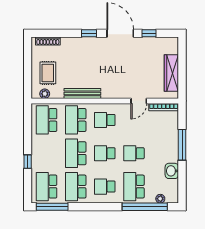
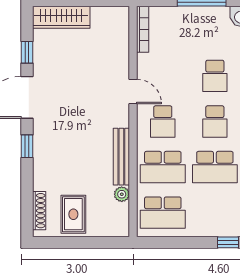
rug: (48, 73) -> (73, 214), moved, turned 90
wardrobe: (171, 73) -> (61, 17), moved
plant: (45, 94) -> (122, 194), moved
door: (139, 101) -> (133, 92), moved

